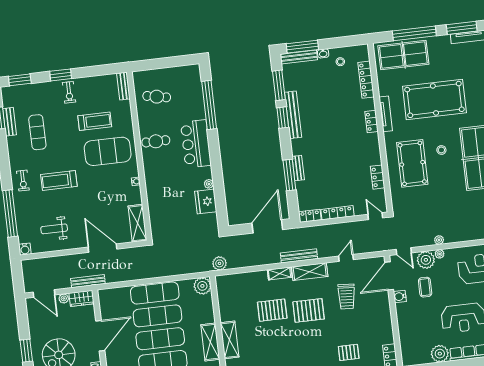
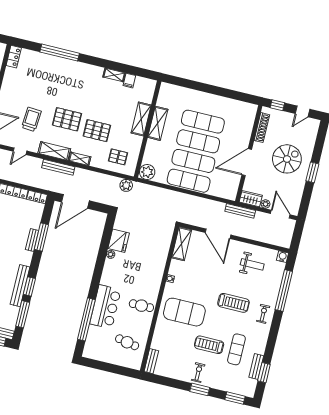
treadmill: (95, 121) -> (209, 345), moved
bar counter: (196, 144) -> (105, 307), moved
pallet: (349, 352) -> (118, 157), moved

